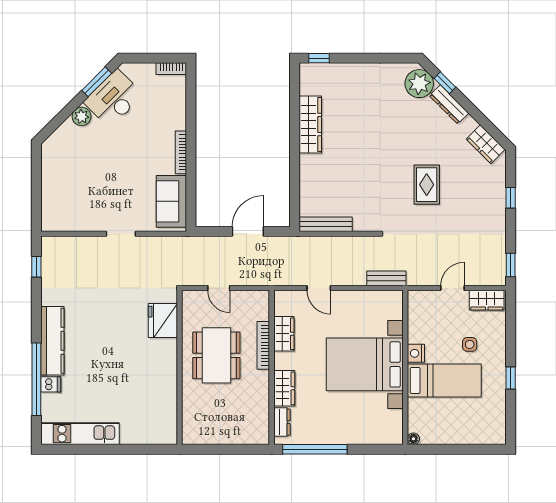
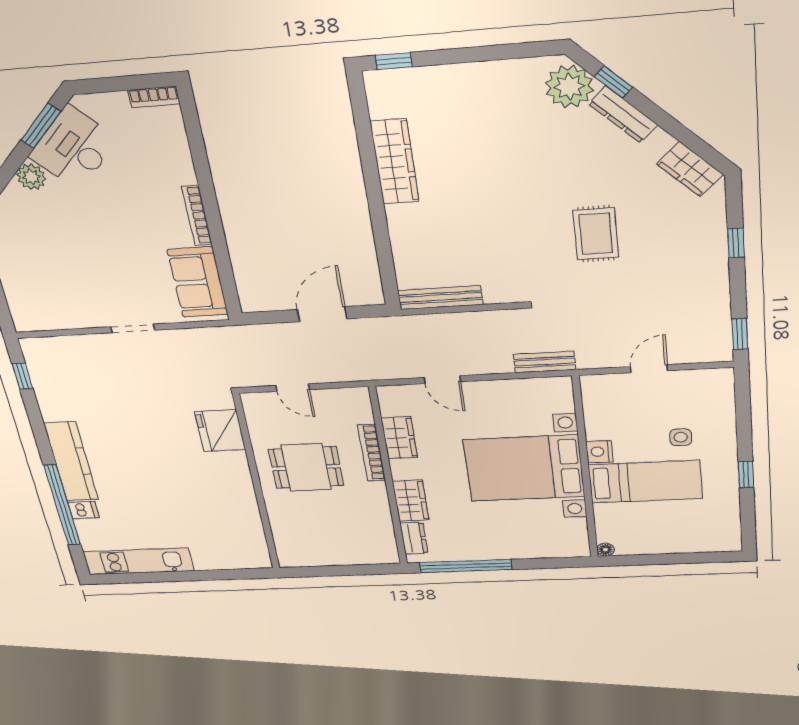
wardrobe: (487, 300) -> (704, 381), removed
dining table: (216, 355) -> (306, 467), width x0.73

